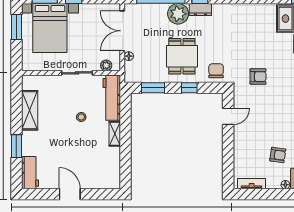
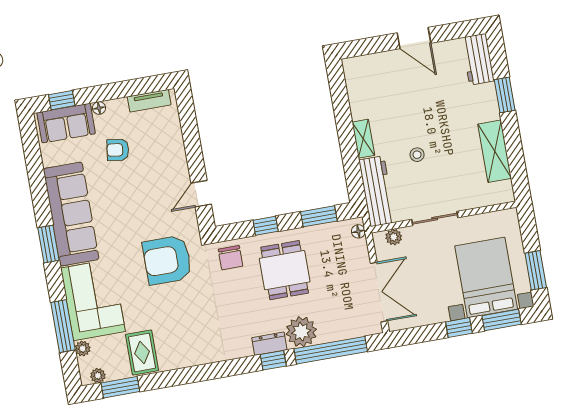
floor lamp: (129, 56) -> (358, 231), moved
armchair: (258, 77) -> (167, 260), width x1.88, depth x1.88

